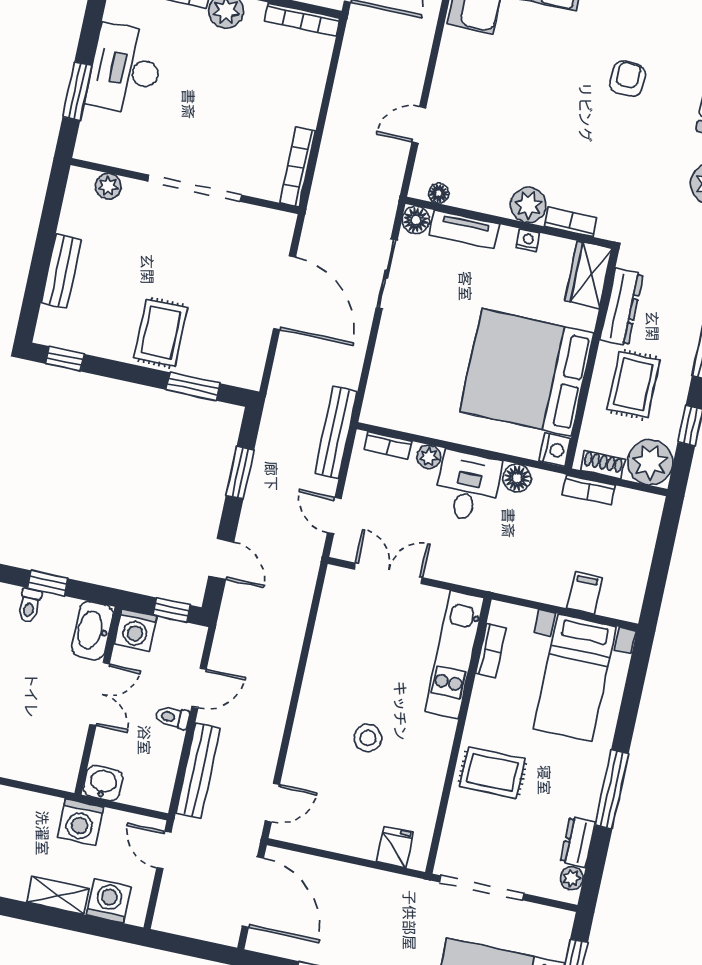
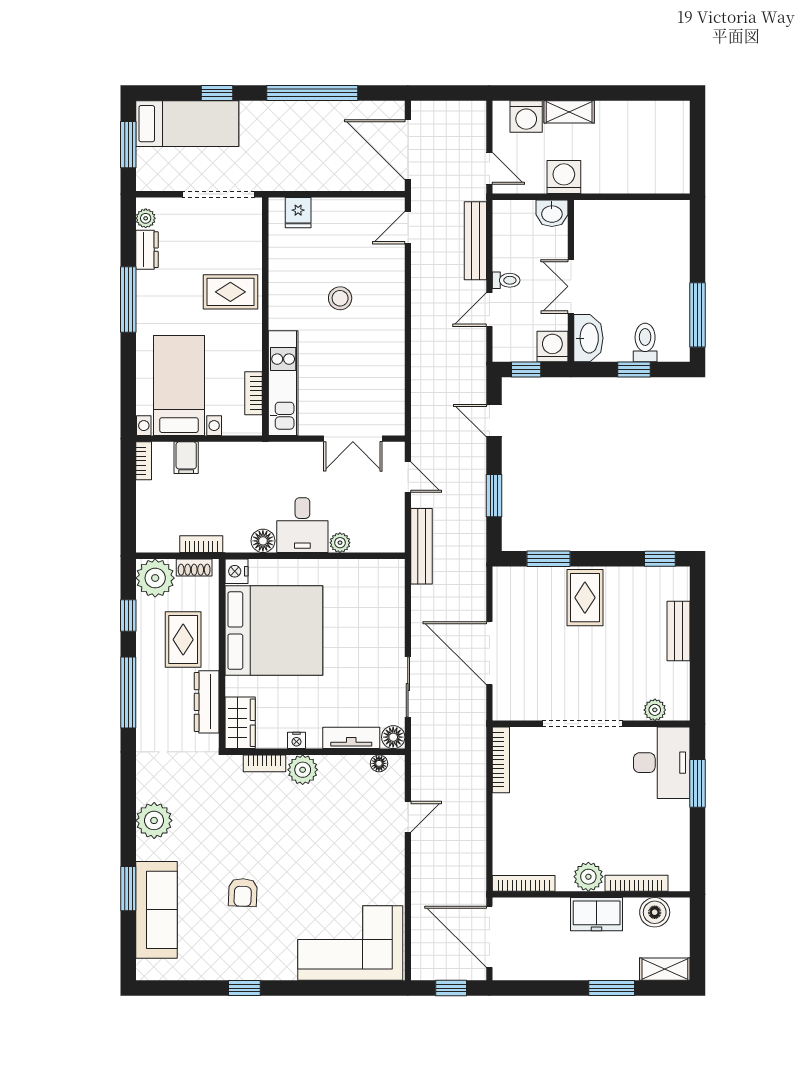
desk: (125, 70) -> (662, 763), moved
bookcase: (388, 445) -> (144, 461), moved, turned 90
toilet: (29, 605) -> (645, 342), width x1.37, depth x1.39

